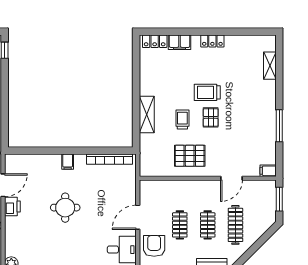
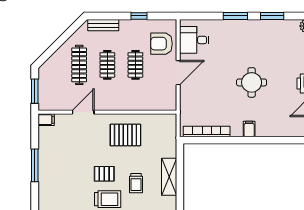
pallet: (211, 117) -> (104, 174), turned 90
trolley: (182, 119) -> (136, 183), moved
armchair: (154, 246) -> (162, 44), turned 90

